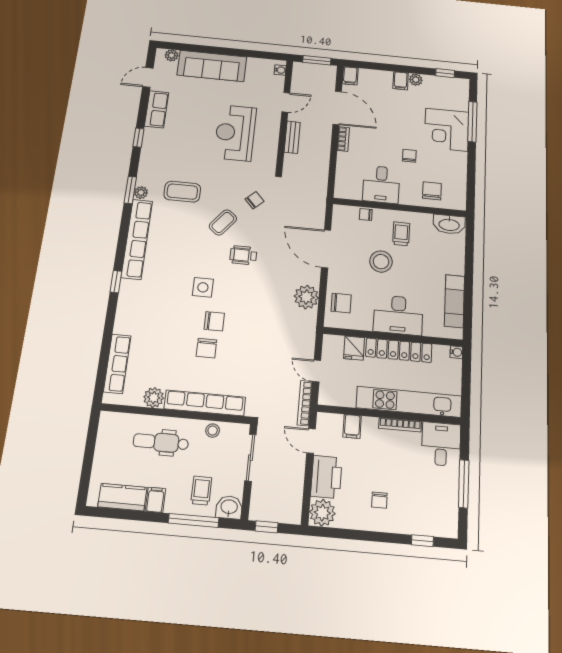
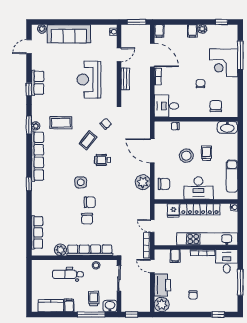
row of seats: (157, 109) -> (38, 83), moved
desk: (381, 184) -> (166, 106), moved, turned 90
trolley: (401, 234) -> (206, 153), moved

